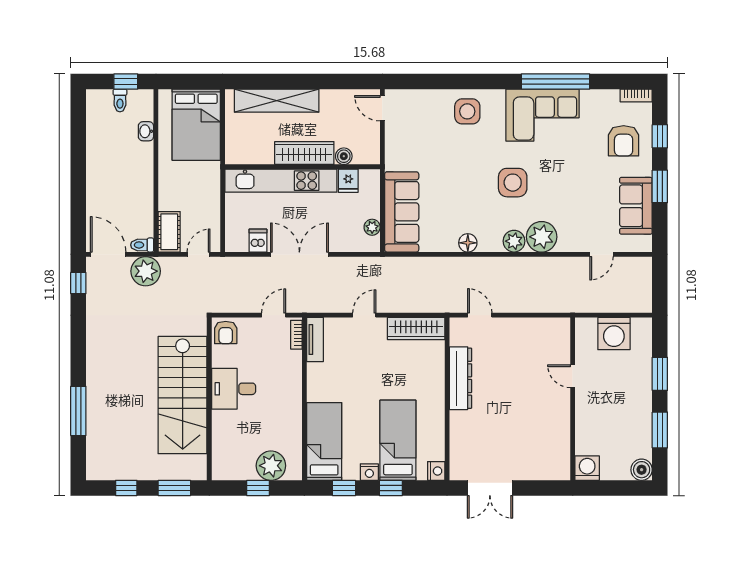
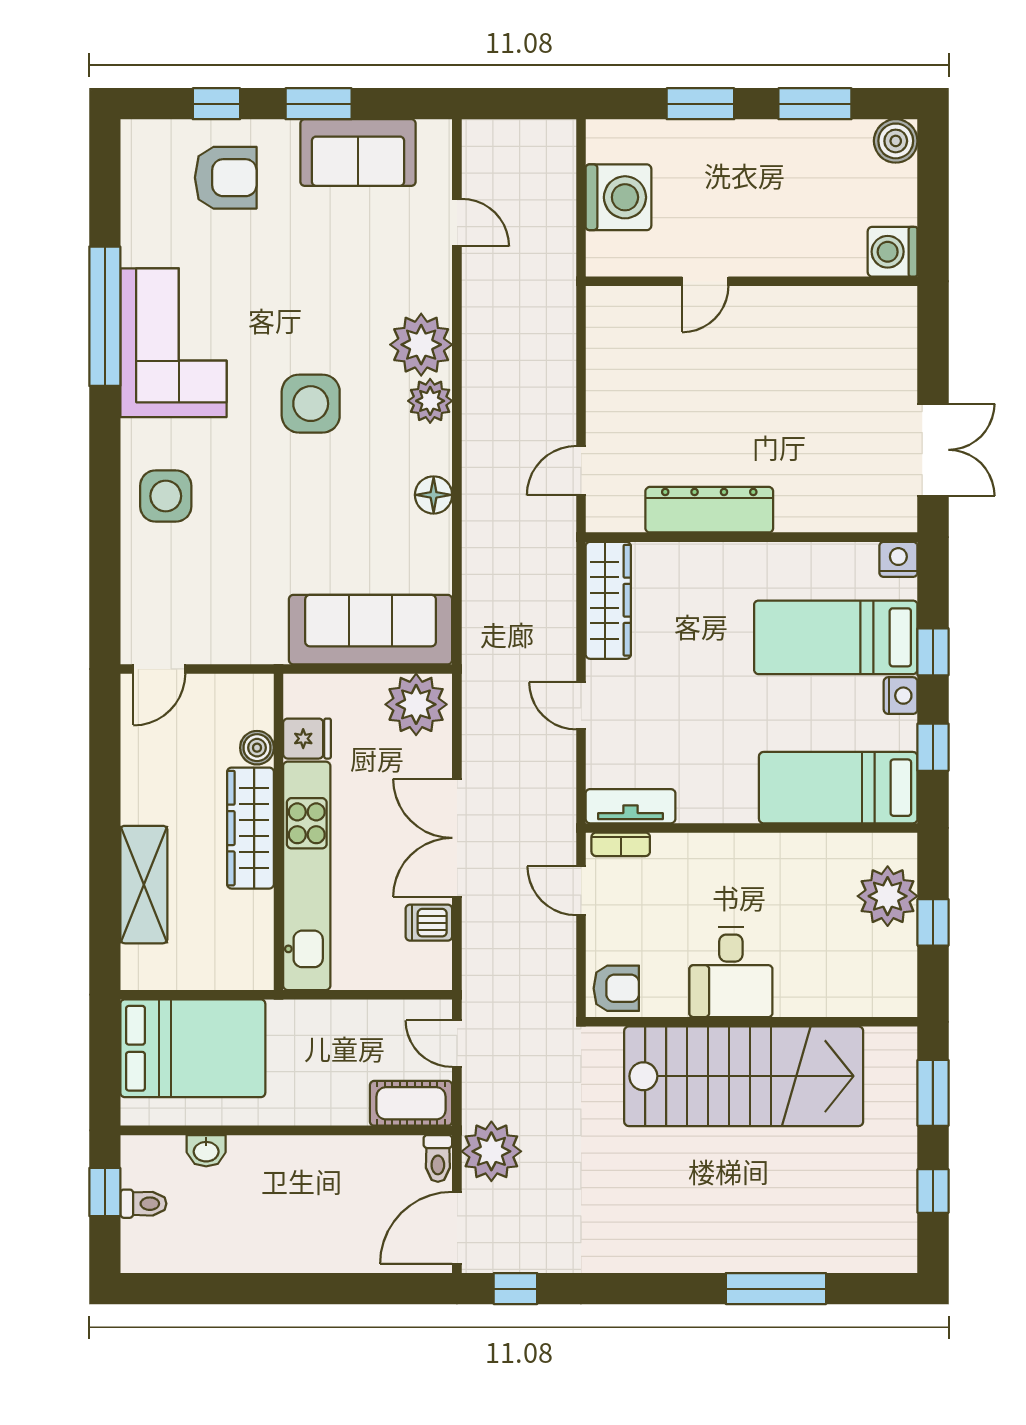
bookcase: (636, 96) -> (133, 152), removed
shelving: (277, 101) -> (144, 885), width x0.68
plant: (372, 227) -> (416, 704), width x1.88, depth x1.88

